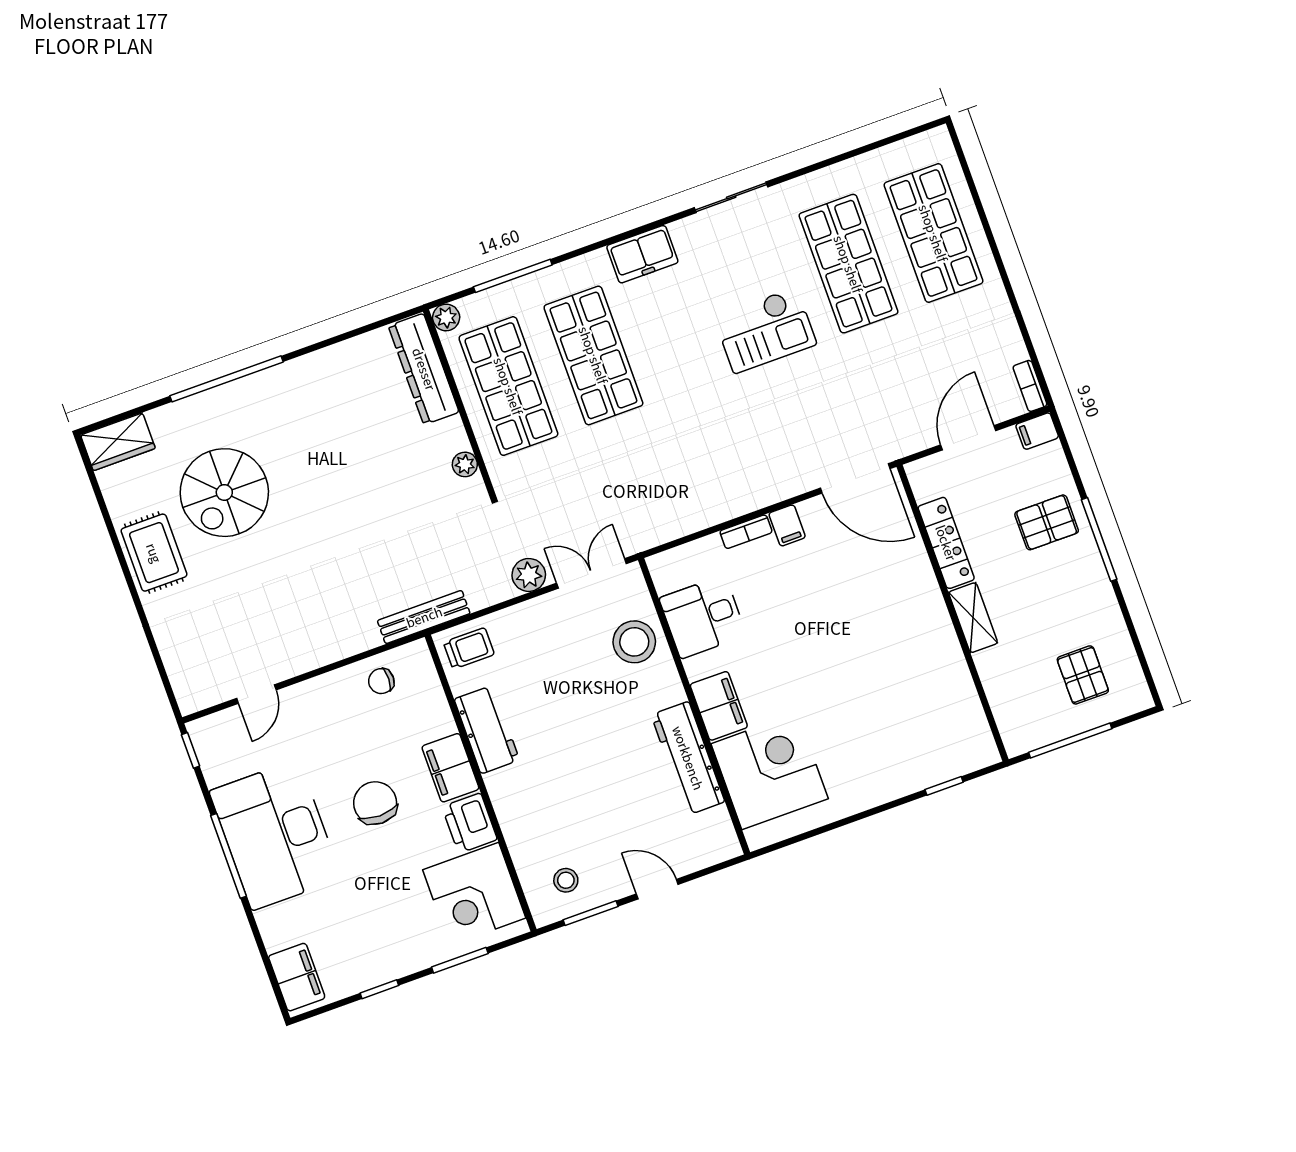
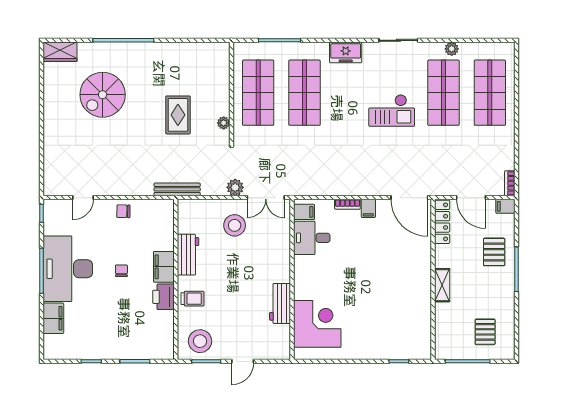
plant: (446, 317) -> (452, 49), moved
dresser: (424, 369) -> (220, 70), removed
door: (968, 438) -> (471, 198), swing flipped
pallet: (1047, 522) -> (494, 252), turned 90
locker: (946, 543) -> (442, 222), moved
rug: (154, 553) -> (178, 115), moved
double door: (592, 573) -> (266, 198), swing flipped
stool: (634, 642) -> (235, 225), moved
trolley: (469, 648) -> (193, 299), moved
chair: (381, 681) -> (123, 211), moved
filing cabinet: (719, 706) -> (304, 212), moved, width x0.50
workbench: (688, 758) -> (280, 303), width x0.73
chair: (375, 803) -> (121, 271), width x0.54, depth x0.54
stool: (566, 880) -> (200, 341), width x1.89, depth x1.89
door: (657, 889) -> (243, 361), swing flipped
corner desk: (474, 894) -> (153, 332), removed
filing cabinet: (297, 977) -> (53, 318), moved

